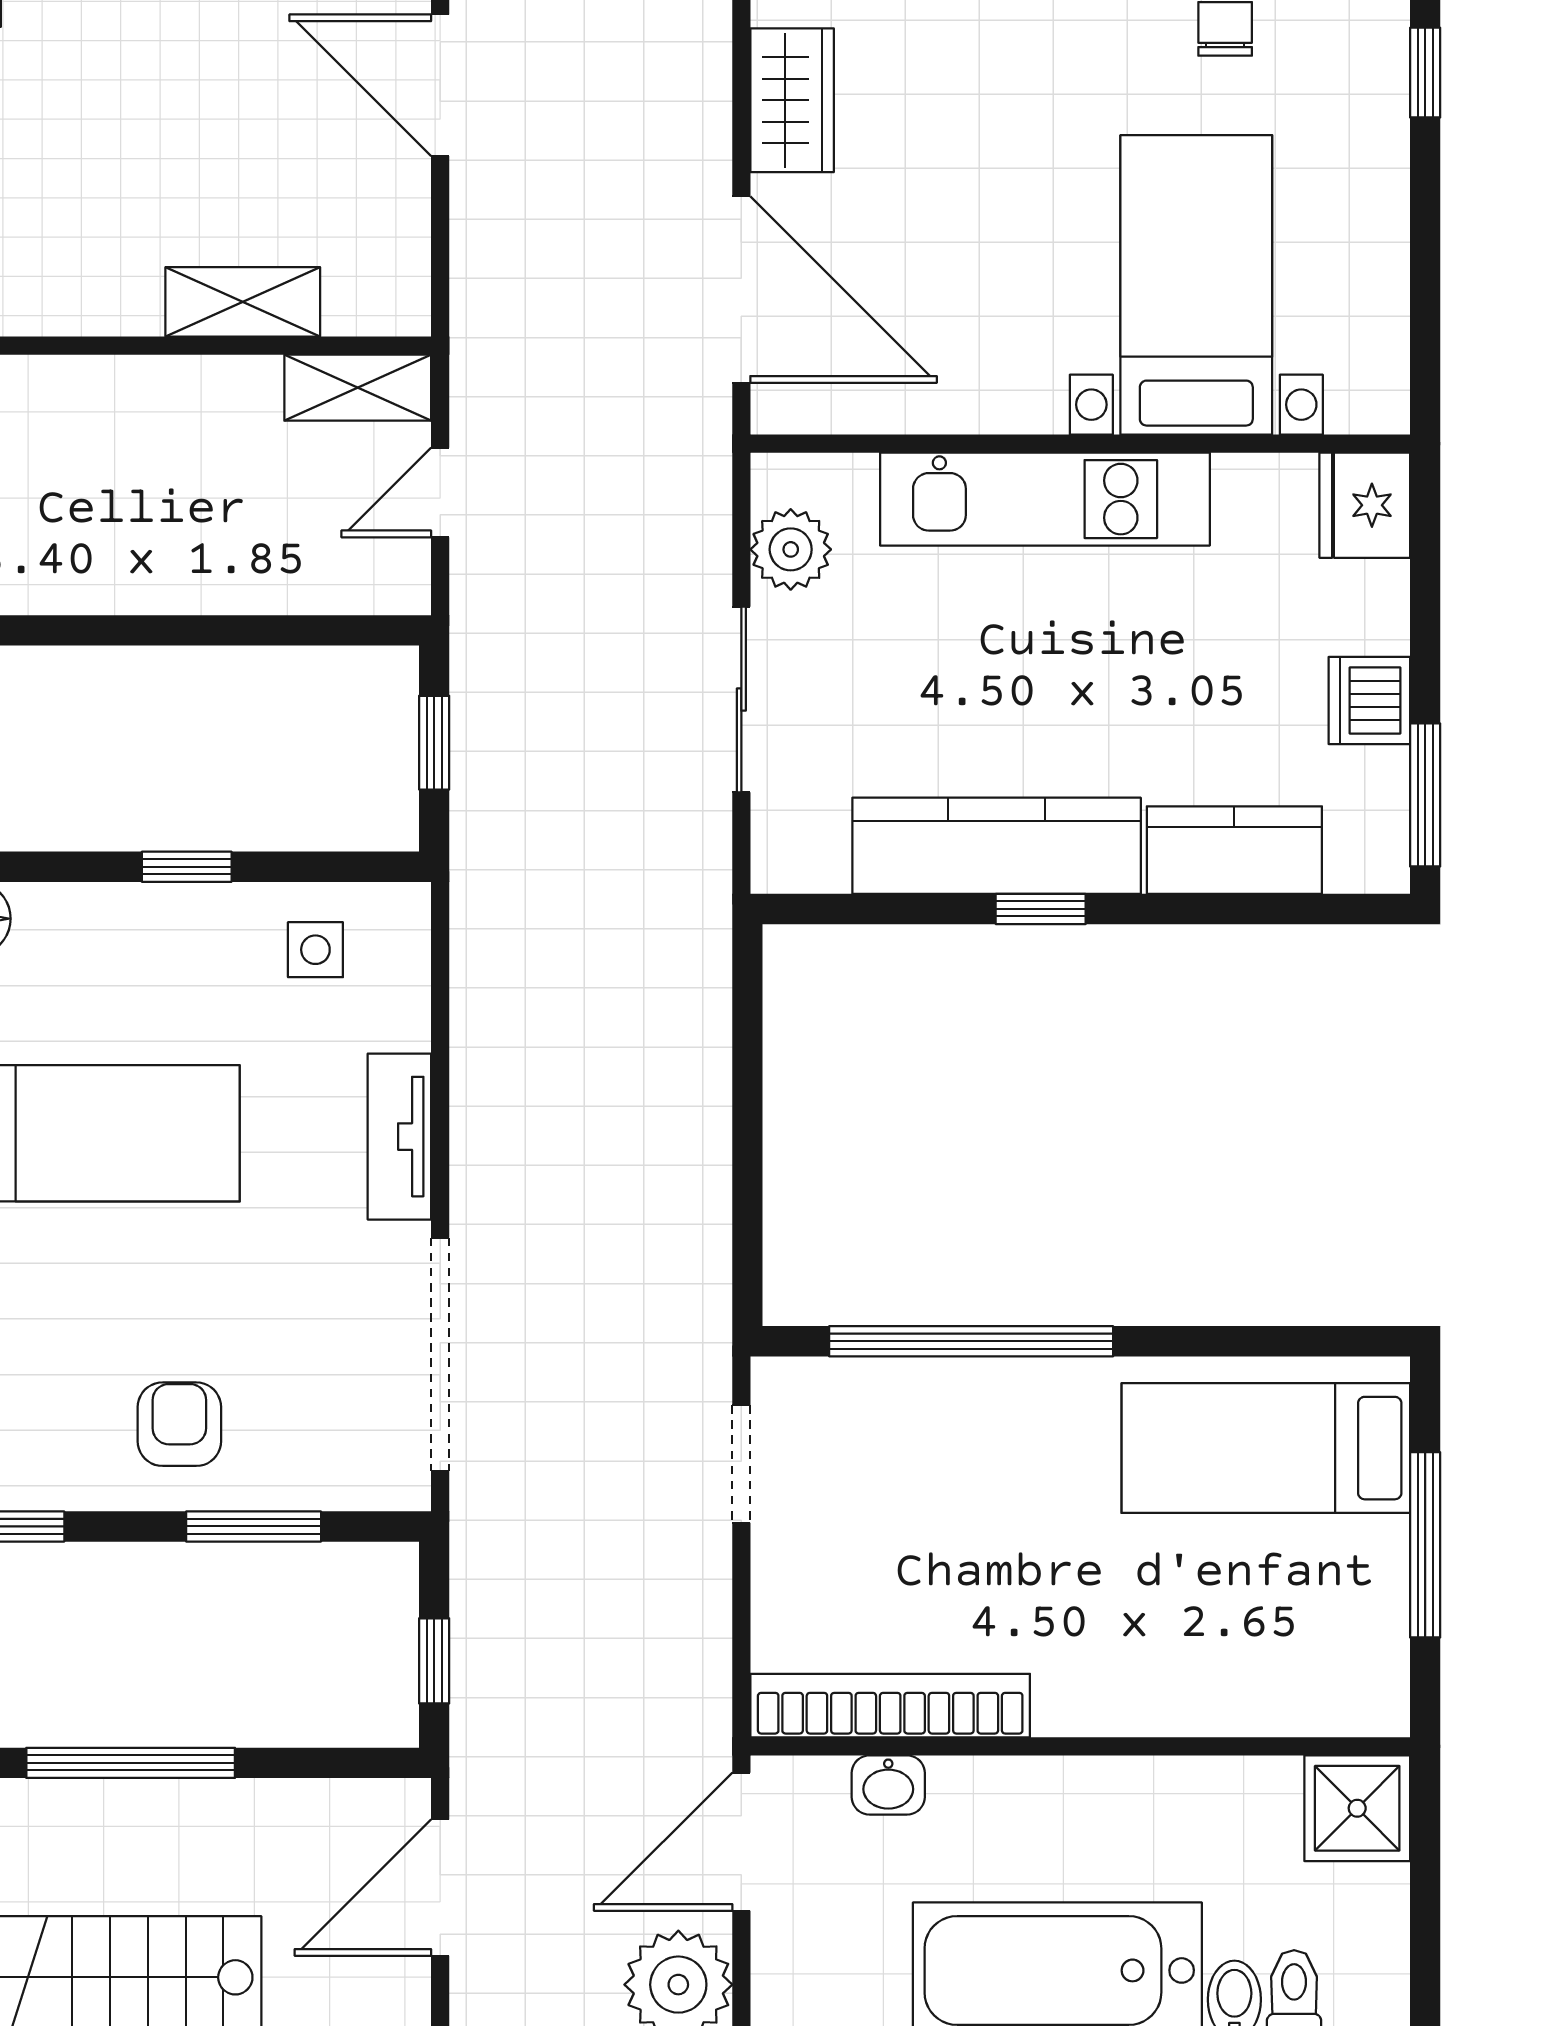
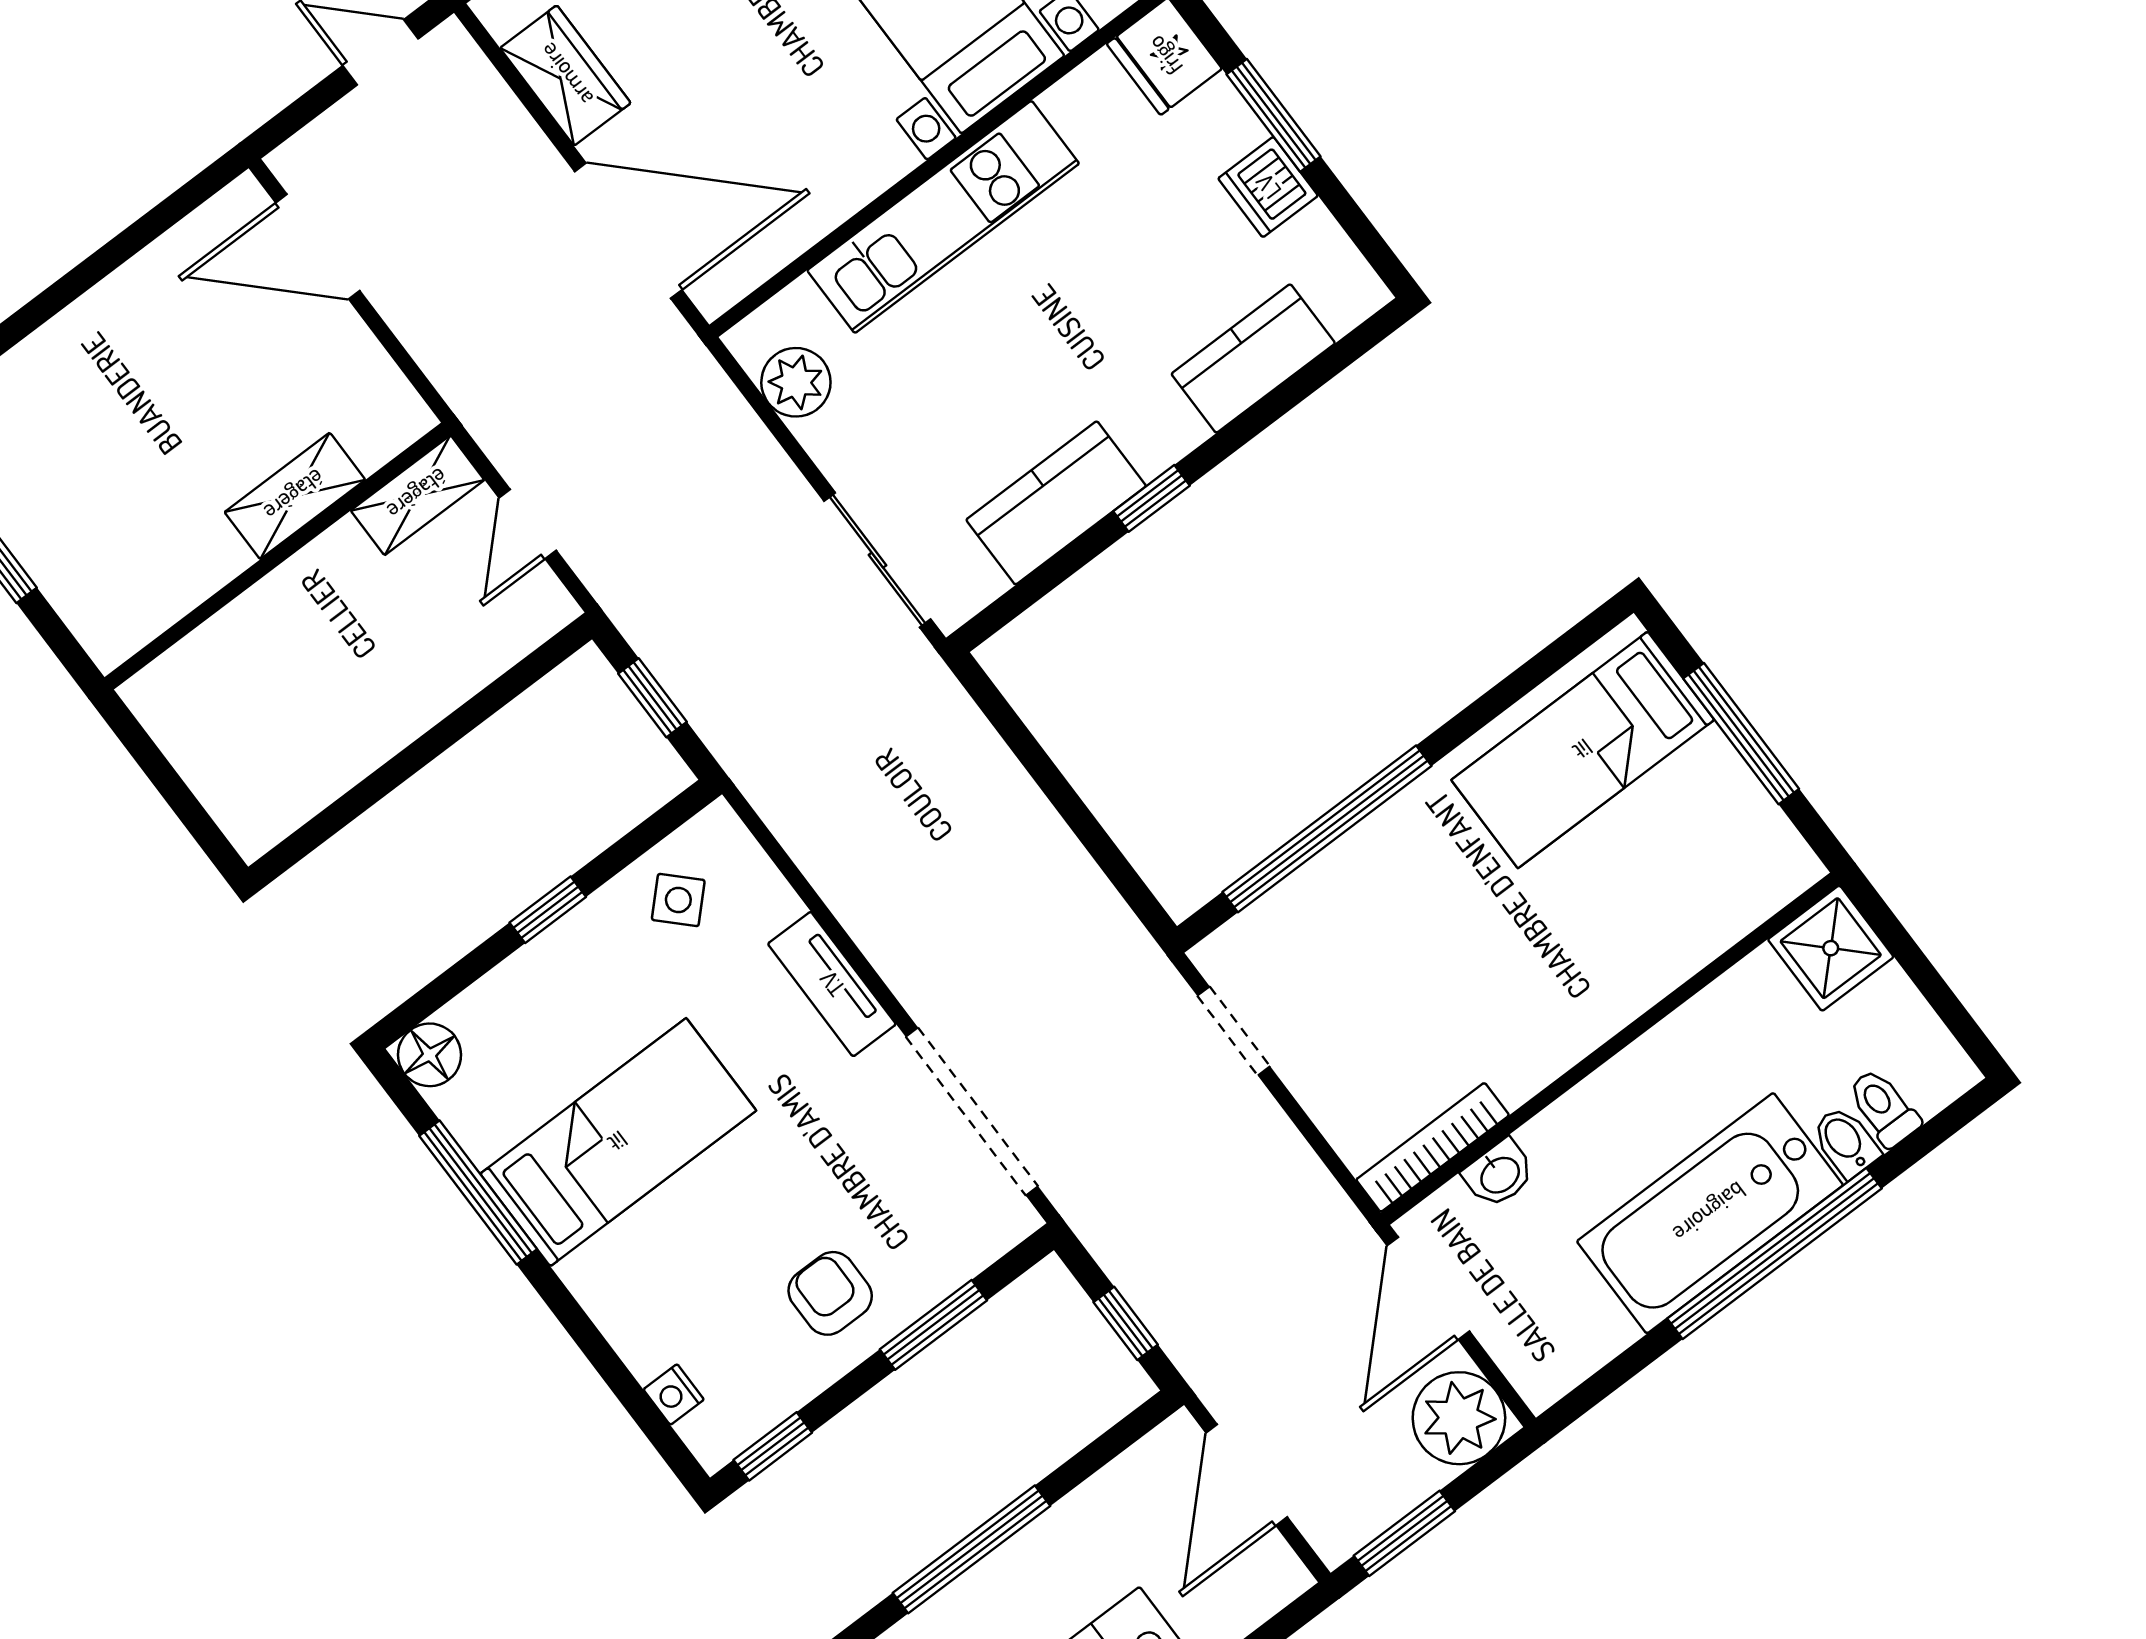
sliding door: (741, 700) -> (877, 560), moved
window: (1425, 795) -> (1274, 115), moved
kitchen counter: (997, 846) -> (1056, 503), width x0.67
side table: (315, 950) -> (678, 900), turned 45
bookcase: (890, 1706) -> (1433, 1147), width x0.68, depth x0.76

